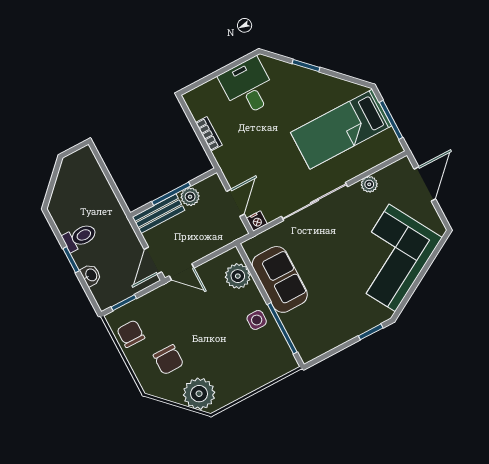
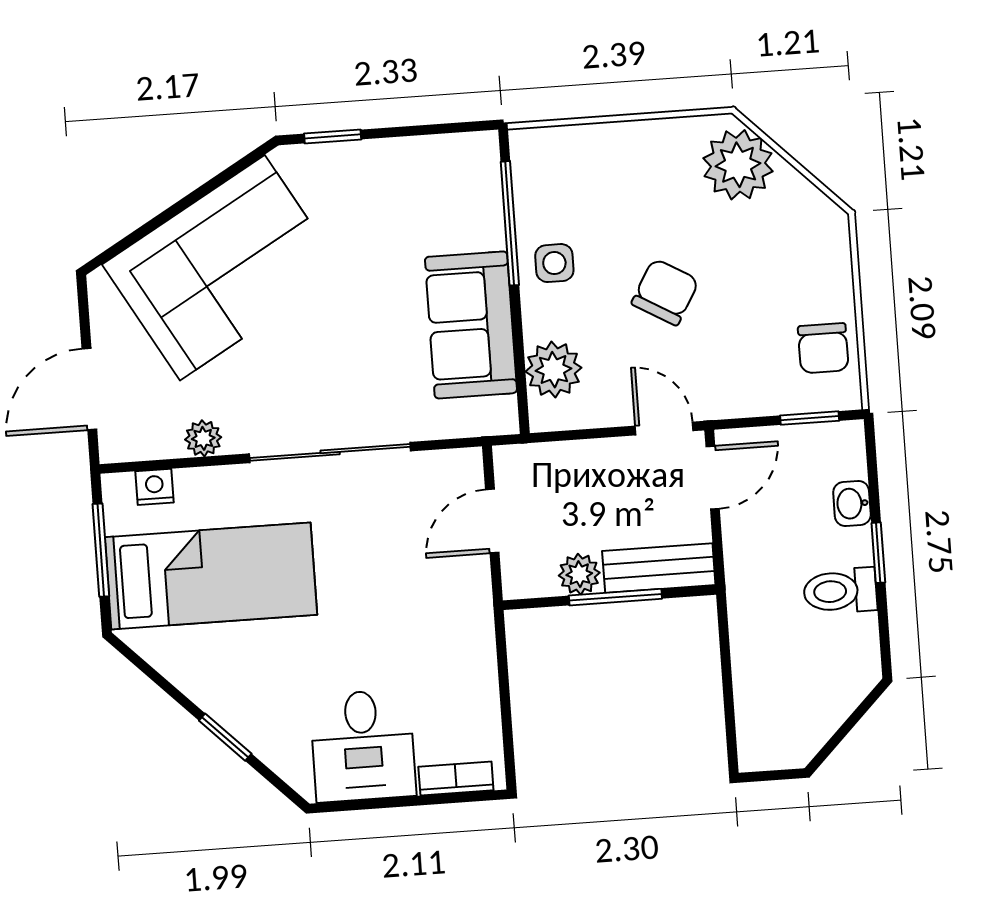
bookcase: (209, 134) -> (456, 779), moved, turned 90
nightstand: (257, 221) -> (154, 487), moved
chair: (168, 360) -> (665, 292), moved, turned 30

